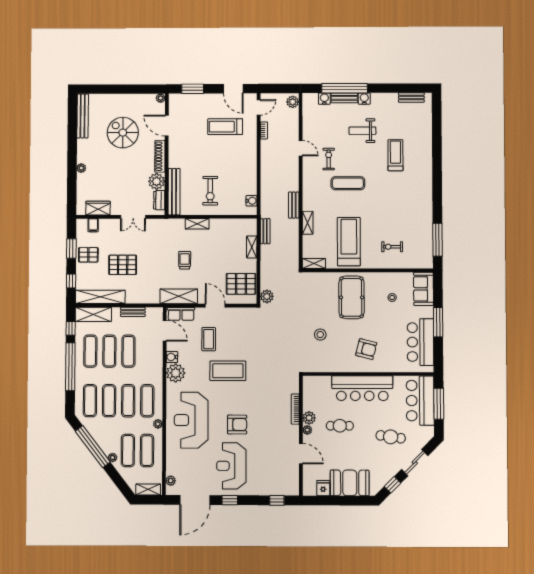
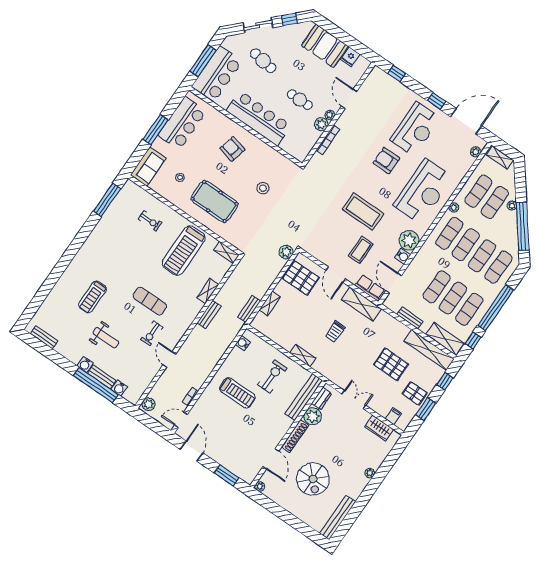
treadmill: (225, 127) -> (237, 393), moved
pool table: (352, 297) -> (214, 201), turned 90

